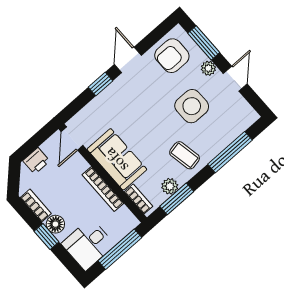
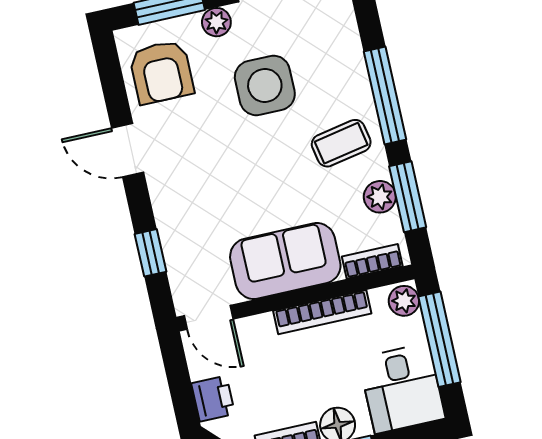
window: (101, 84) -> (151, 253), moved
window: (230, 152) -> (385, 95), moved
plant: (128, 223) -> (404, 301), added

